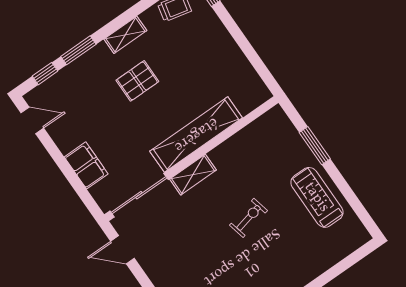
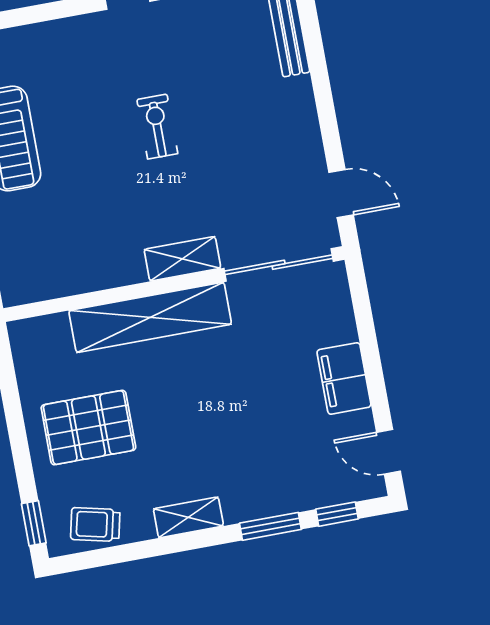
pallet: (137, 81) -> (88, 428), moved, width x1.50, depth x1.42
filing cabinet: (86, 165) -> (344, 378), moved
exercise bike: (249, 218) -> (157, 127), moved, turned 103

